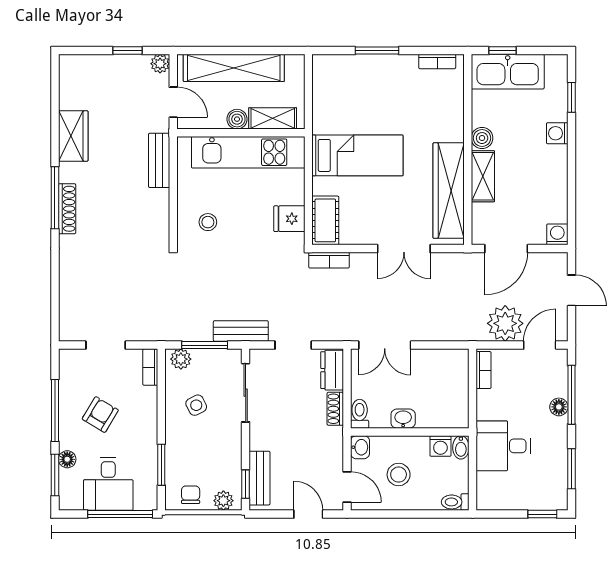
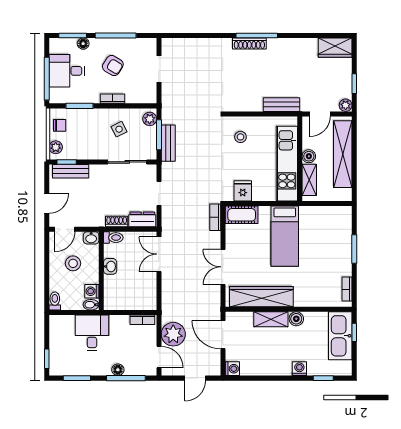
wardrobe: (73, 136) -> (335, 48), moved
bench: (241, 331) -> (168, 143), moved
bookcase: (150, 367) -> (112, 99), moved

